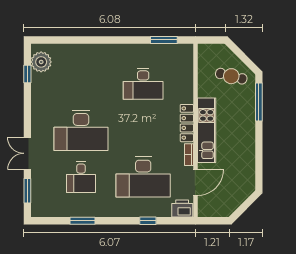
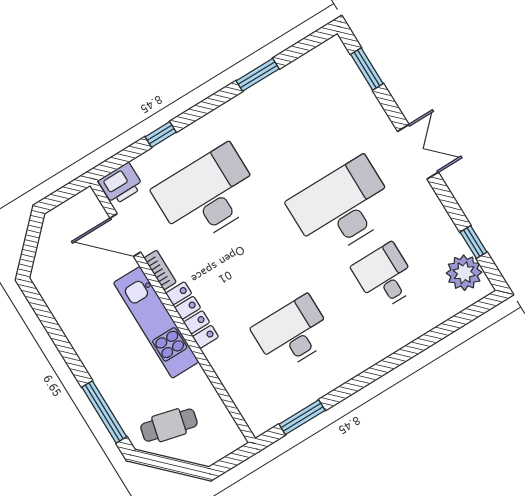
double door: (27, 153) -> (418, 152), moved
desk: (81, 177) -> (385, 277), moved
door: (195, 182) -> (125, 235), hinge flipped

